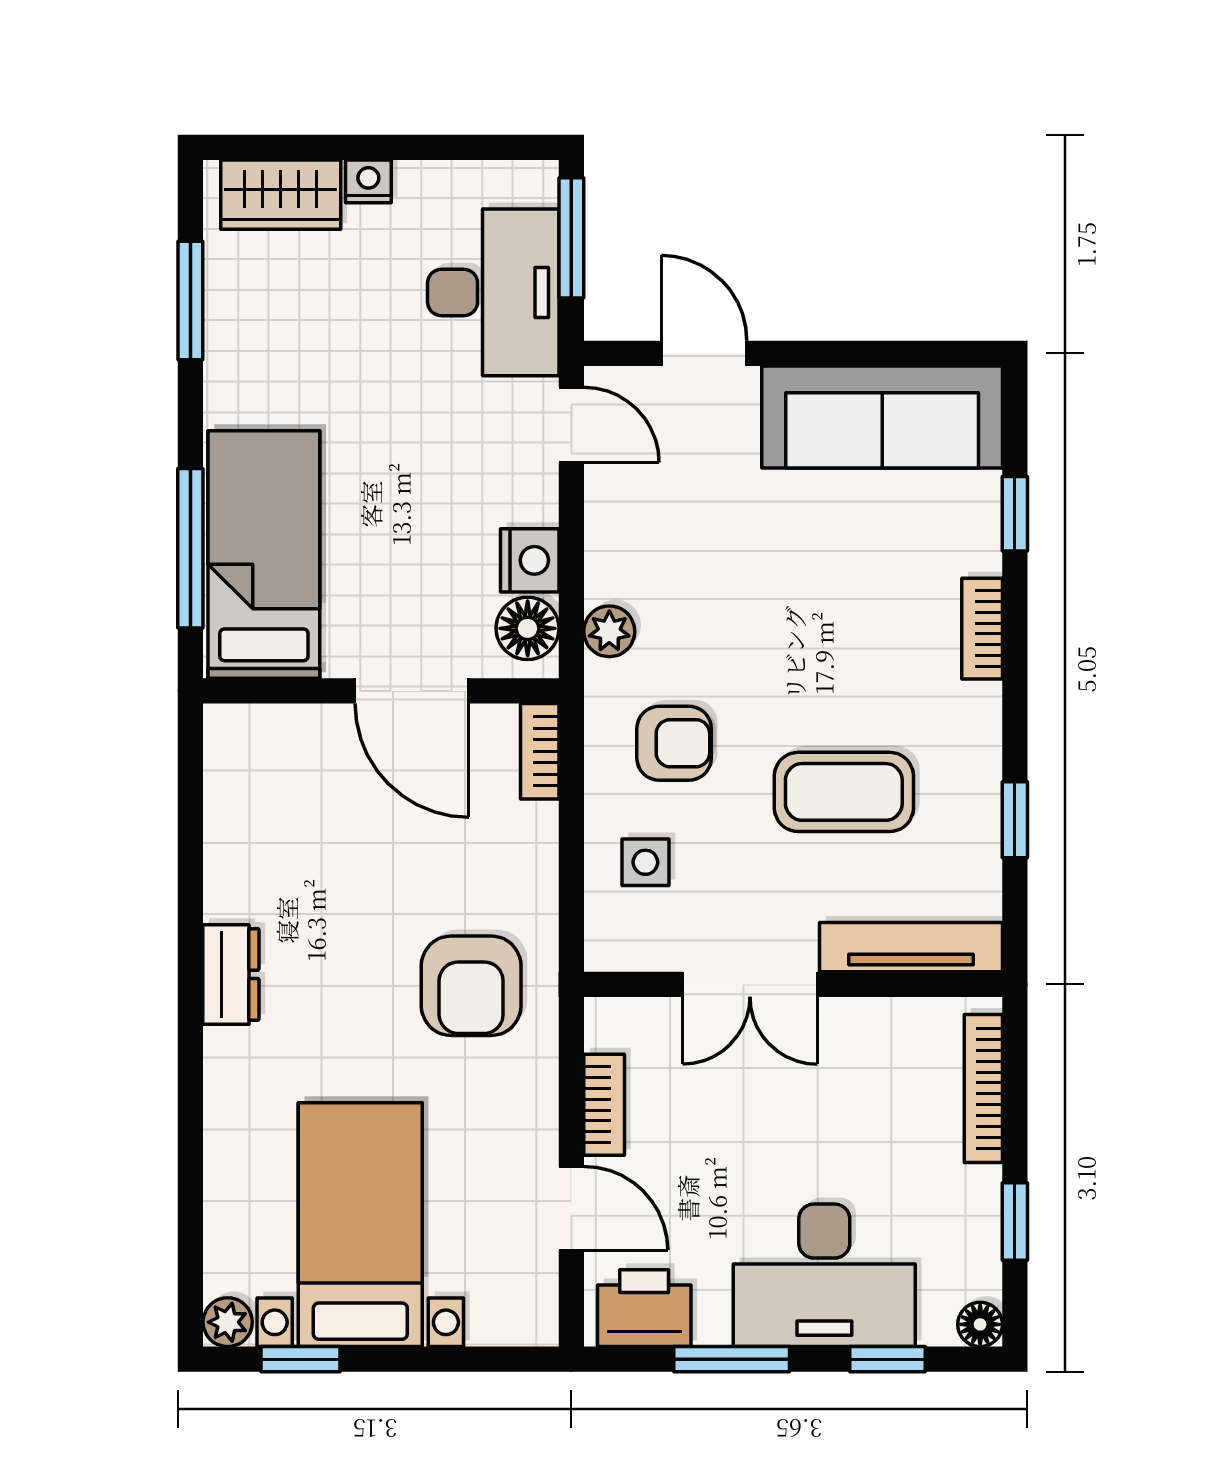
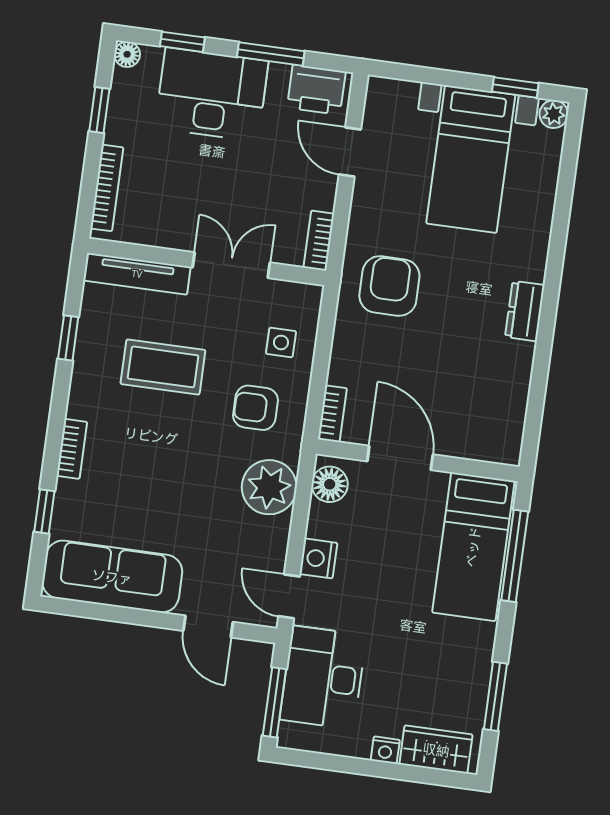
nightstand: (530, 560) -> (318, 558), moved
plant: (609, 631) -> (269, 487), width x1.87, depth x1.87
bookcase: (604, 1105) -> (319, 241), moved

